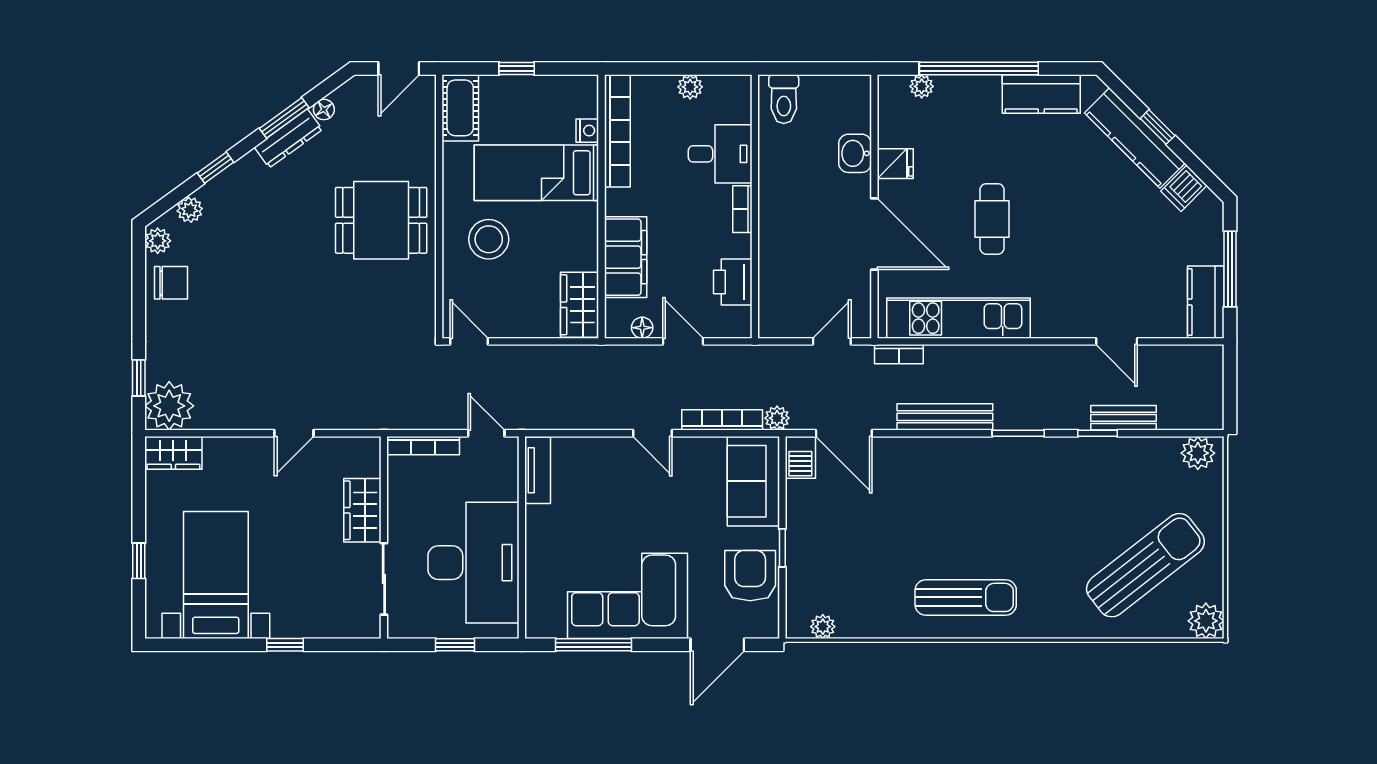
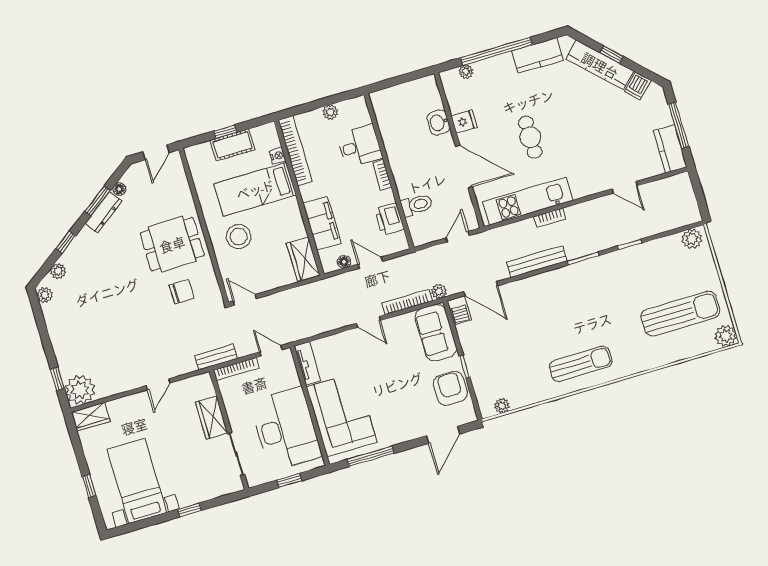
toilet: (784, 99) -> (417, 205), moved, turned -90
cot: (460, 108) -> (232, 145), moved, turned 90
chair: (171, 283) -> (182, 292), moved
bookcase: (899, 354) -> (550, 218), moved
bench: (1124, 418) -> (216, 357), moved
sun lounger: (1145, 565) -> (680, 314), turned 38
corner sofa: (628, 596) -> (342, 415), moved, turned 90

